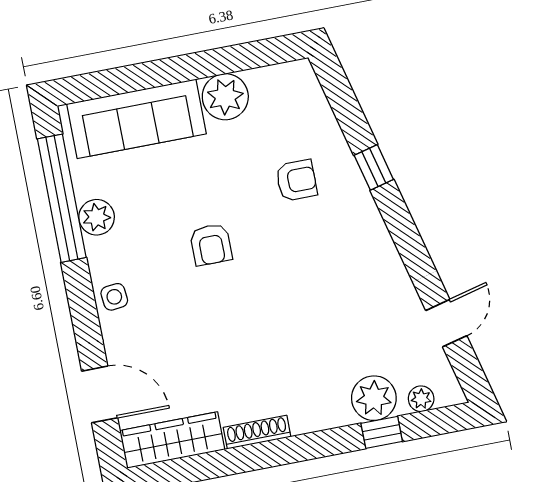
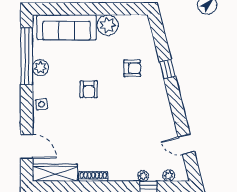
door: (446, 323) -> (186, 144), swing flipped
plant: (374, 398) -> (143, 176), width x0.53, depth x0.53

